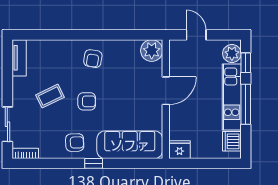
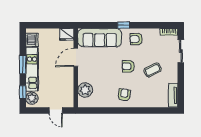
plant: (152, 51) -> (85, 90), moved
door: (166, 91) -> (76, 57), moved
window: (246, 104) -> (23, 64), width x0.69

